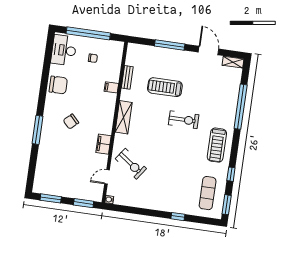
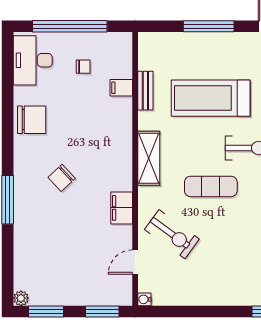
filing cabinet: (111, 87) -> (121, 88), moved
treadmill: (165, 87) -> (211, 98), width x1.37, depth x1.37
exercise mat: (158, 139) -> (211, 186), added
plant: (37, 189) -> (21, 298), added

